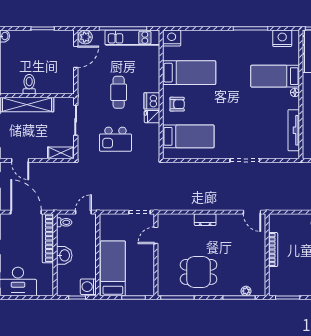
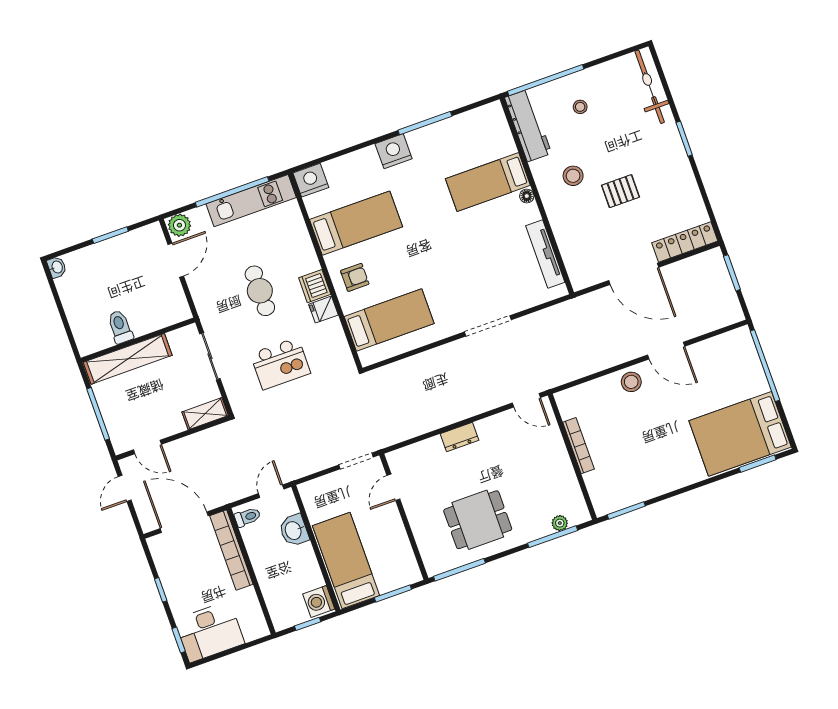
nightstand: (282, 38) -> (394, 151), moved
washbasin: (64, 255) -> (294, 530), moved, turned 180

